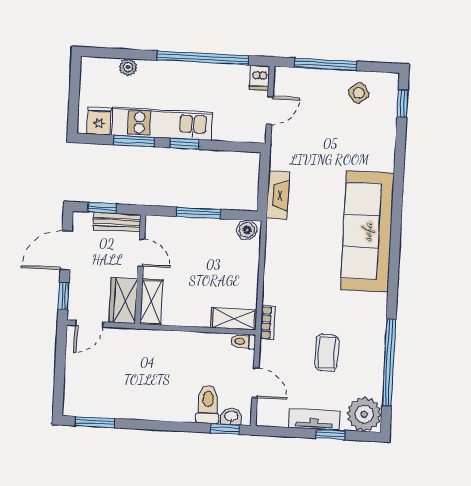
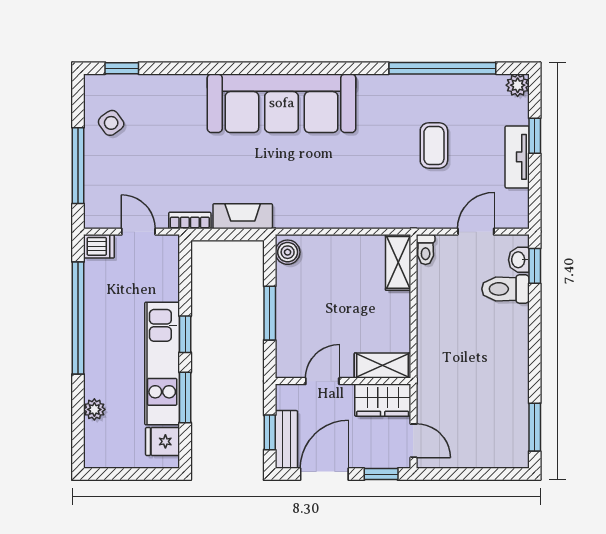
bench: (117, 222) -> (286, 439), moved
door: (66, 250) -> (324, 474), swing flipped
bookcase: (268, 323) -> (190, 220), moved
coffee table: (327, 353) -> (434, 146), turned 90
plant: (364, 414) -> (518, 85), width x0.53, depth x0.53

